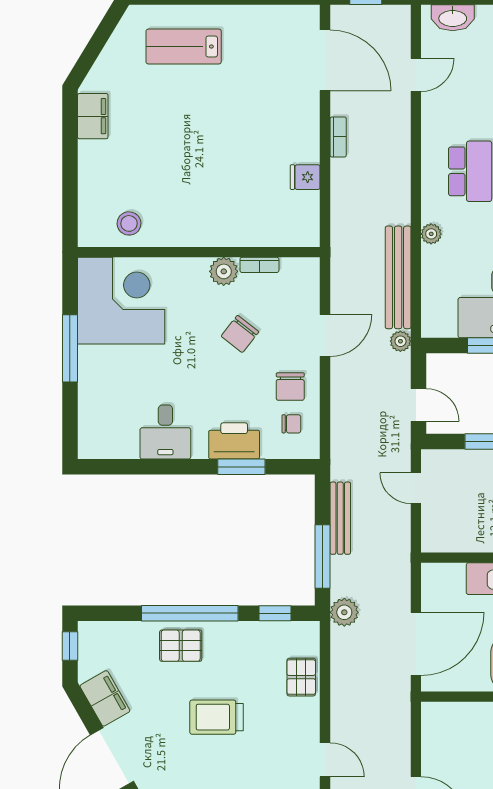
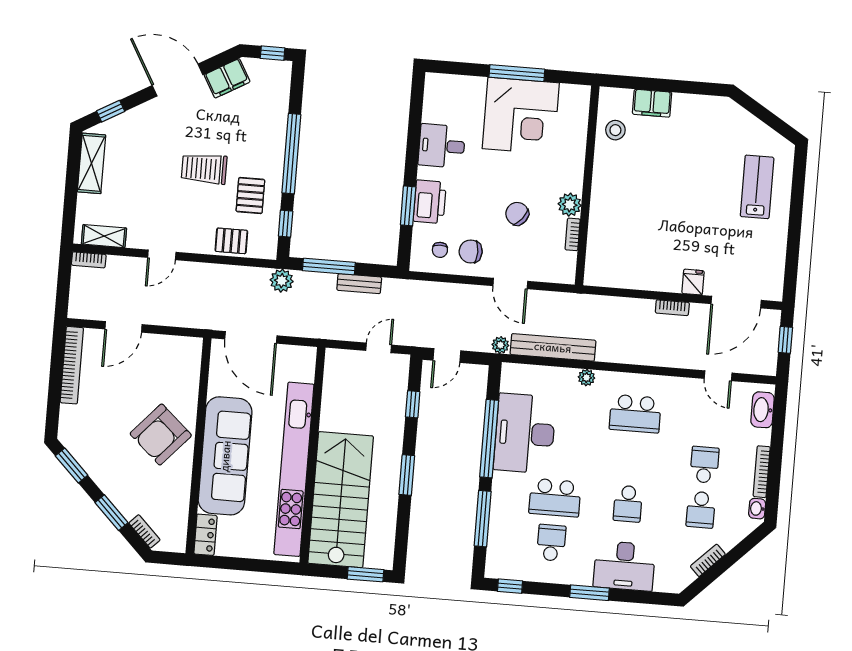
filing cabinet: (93, 116) -> (652, 103), moved
fridge: (305, 177) -> (693, 282), moved
corner desk: (121, 301) -> (521, 116), moved
bench: (340, 518) -> (359, 284), width x0.73
pallet: (181, 646) -> (250, 196), moved
trolley: (217, 717) -> (204, 169), turned -90

